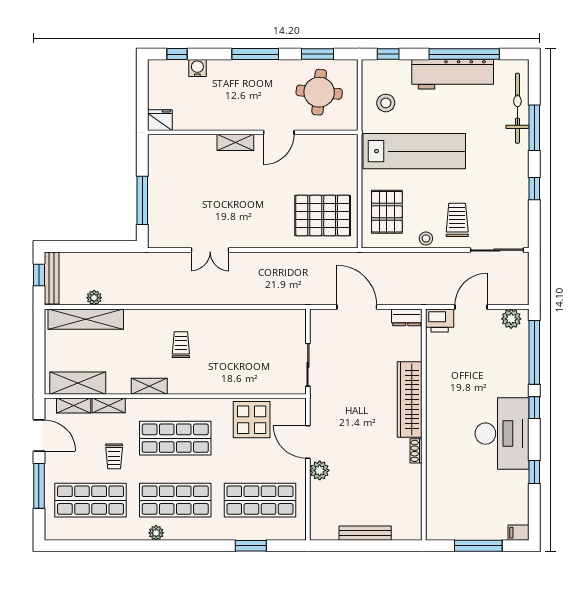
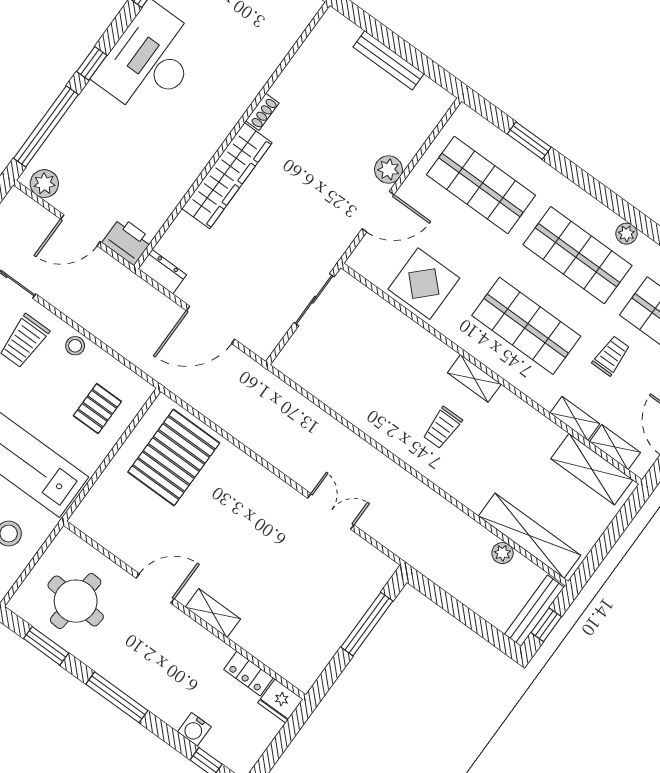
locker: (190, 123) -> (248, 674), added
pallet: (387, 212) -> (97, 409), width x0.67, depth x0.71
pallet: (323, 216) -> (174, 457), turned 90
door: (357, 307) -> (211, 325), hinge flipped
shelving: (149, 386) -> (474, 378), moved
door: (308, 442) -> (378, 212), hinge flipped

